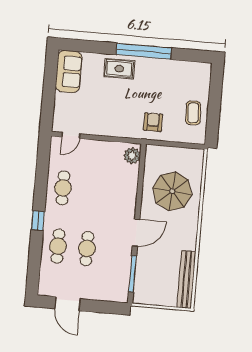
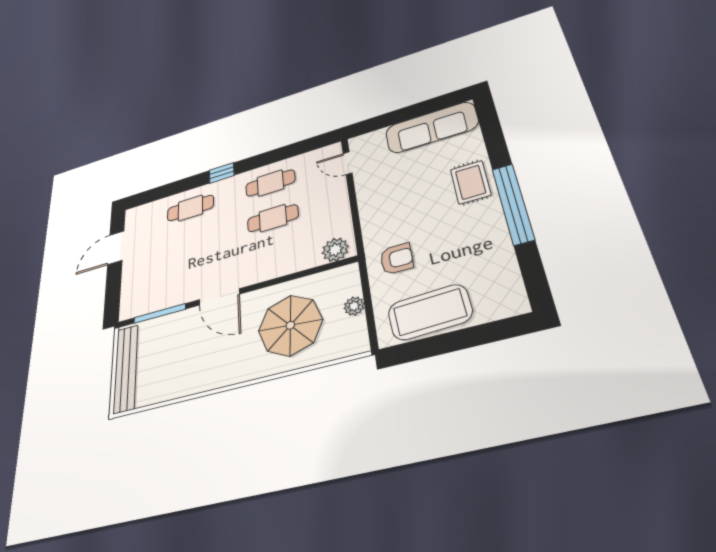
sofa: (69, 72) -> (431, 127), width x1.36
coffee table: (193, 113) -> (430, 312), width x1.86, depth x1.72
plant: (174, 153) -> (354, 306), added
cafe table: (87, 249) -> (273, 218), moved
bench: (186, 279) -> (126, 368), moved, turned 90

